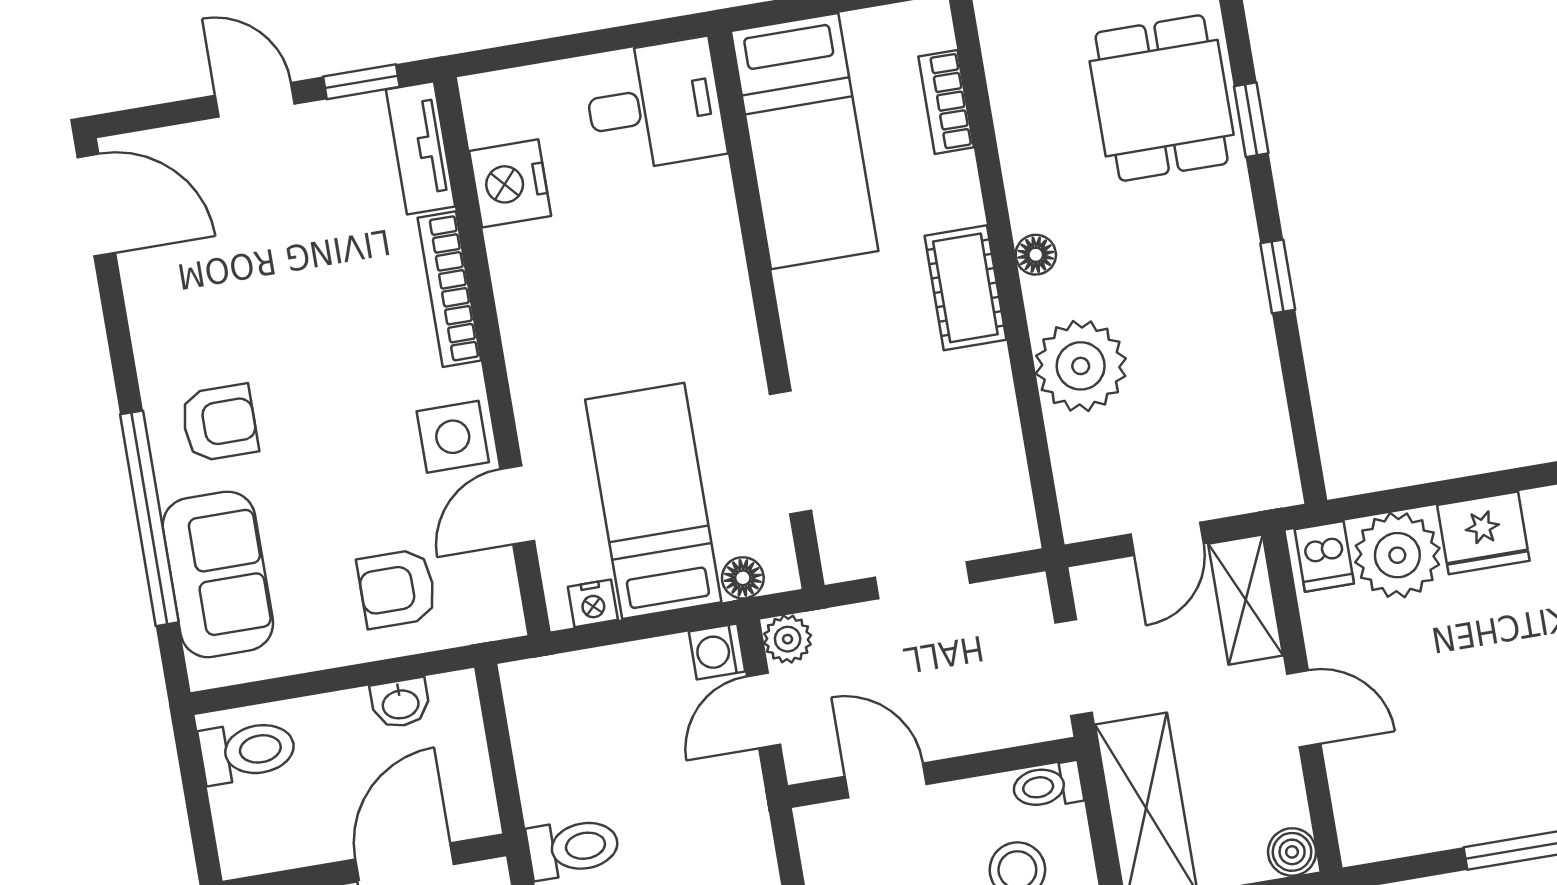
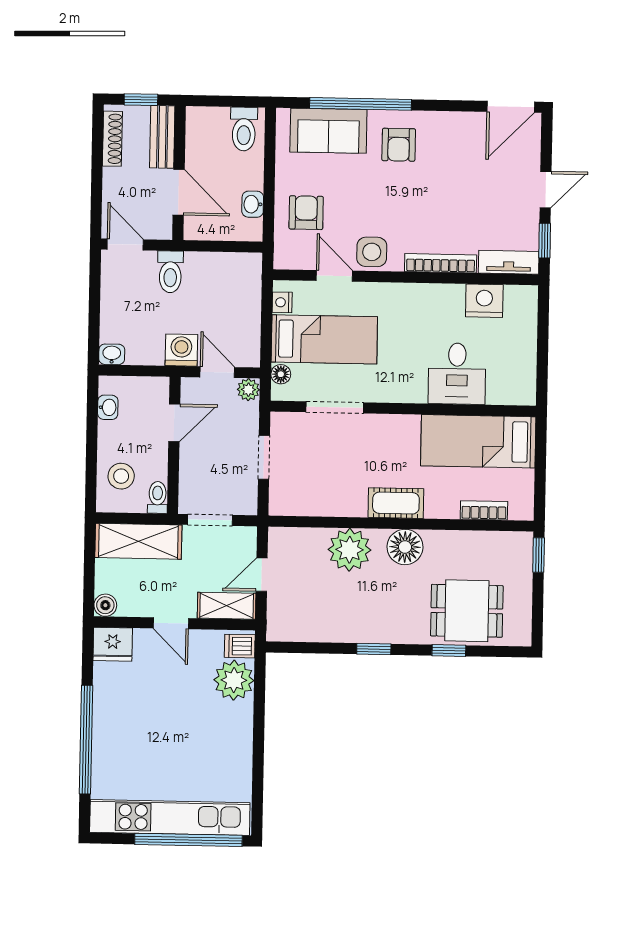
desk: (654, 105) -> (457, 374), moved
floor lamp: (1036, 255) -> (405, 547), width x1.89, depth x1.89
fridge: (1483, 533) -> (113, 644), moved, turned -90
door: (1167, 539) -> (262, 575), hinge flipped
washing machine: (717, 652) -> (181, 350), moved, width x1.38, depth x1.38
door: (1304, 709) -> (171, 623), hinge flipped

